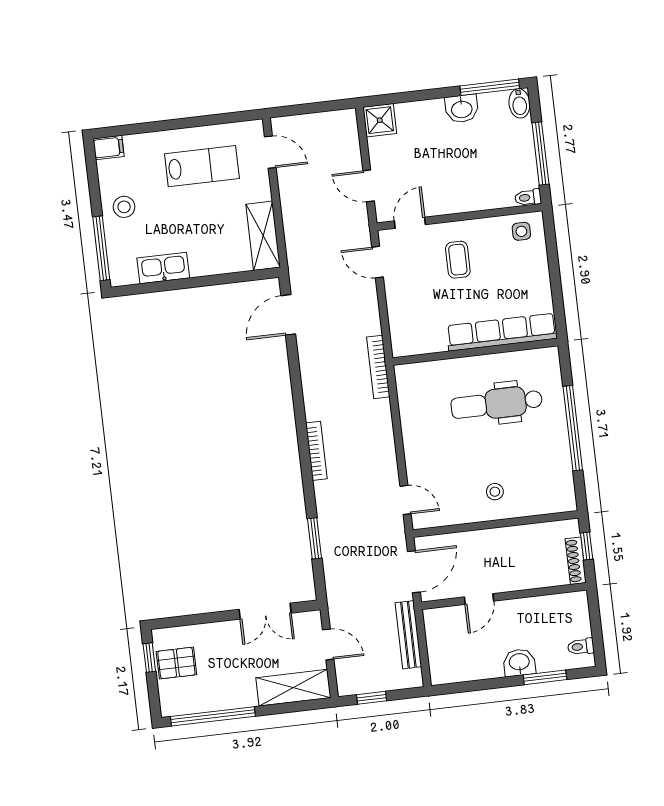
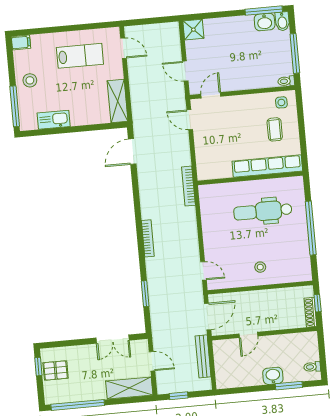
washbasin: (462, 109) -> (265, 22), moved
coffee table: (458, 260) -> (275, 129), moved

